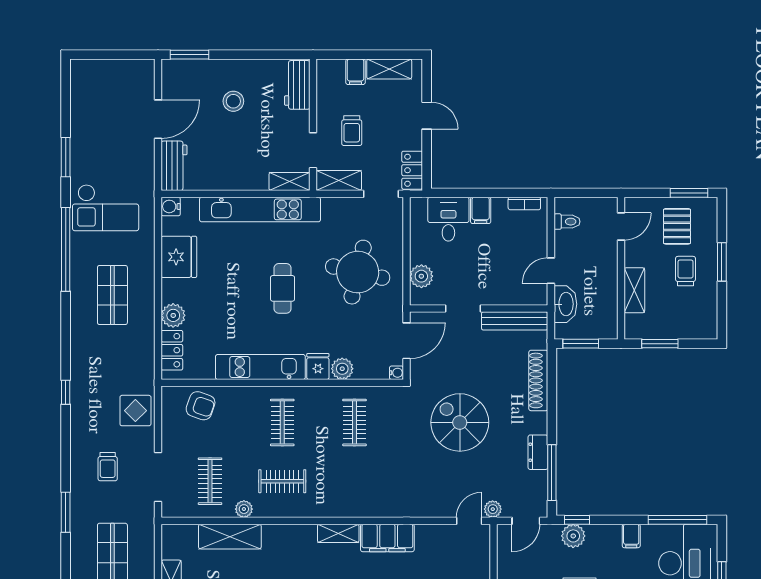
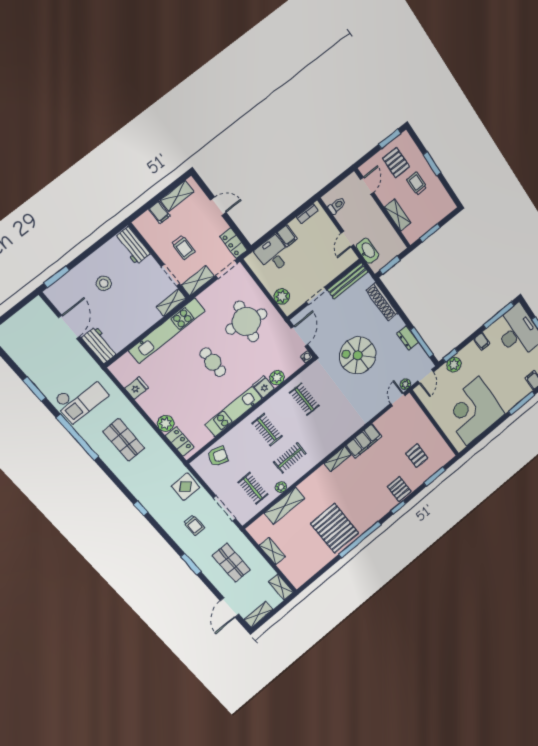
water cooler: (171, 206) -> (116, 368), removed
fridge: (179, 257) -> (137, 388), width x0.53, depth x0.75

